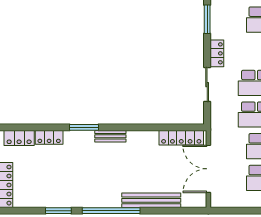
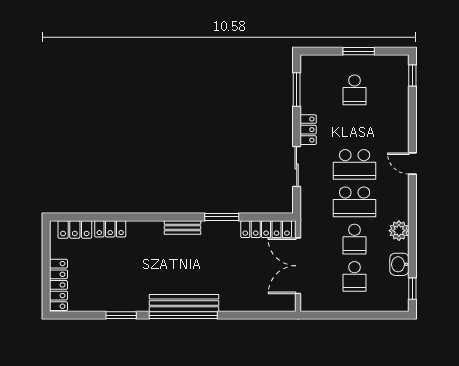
window: (84, 127) -> (222, 217), moved
bench: (151, 200) -> (184, 303), moved

